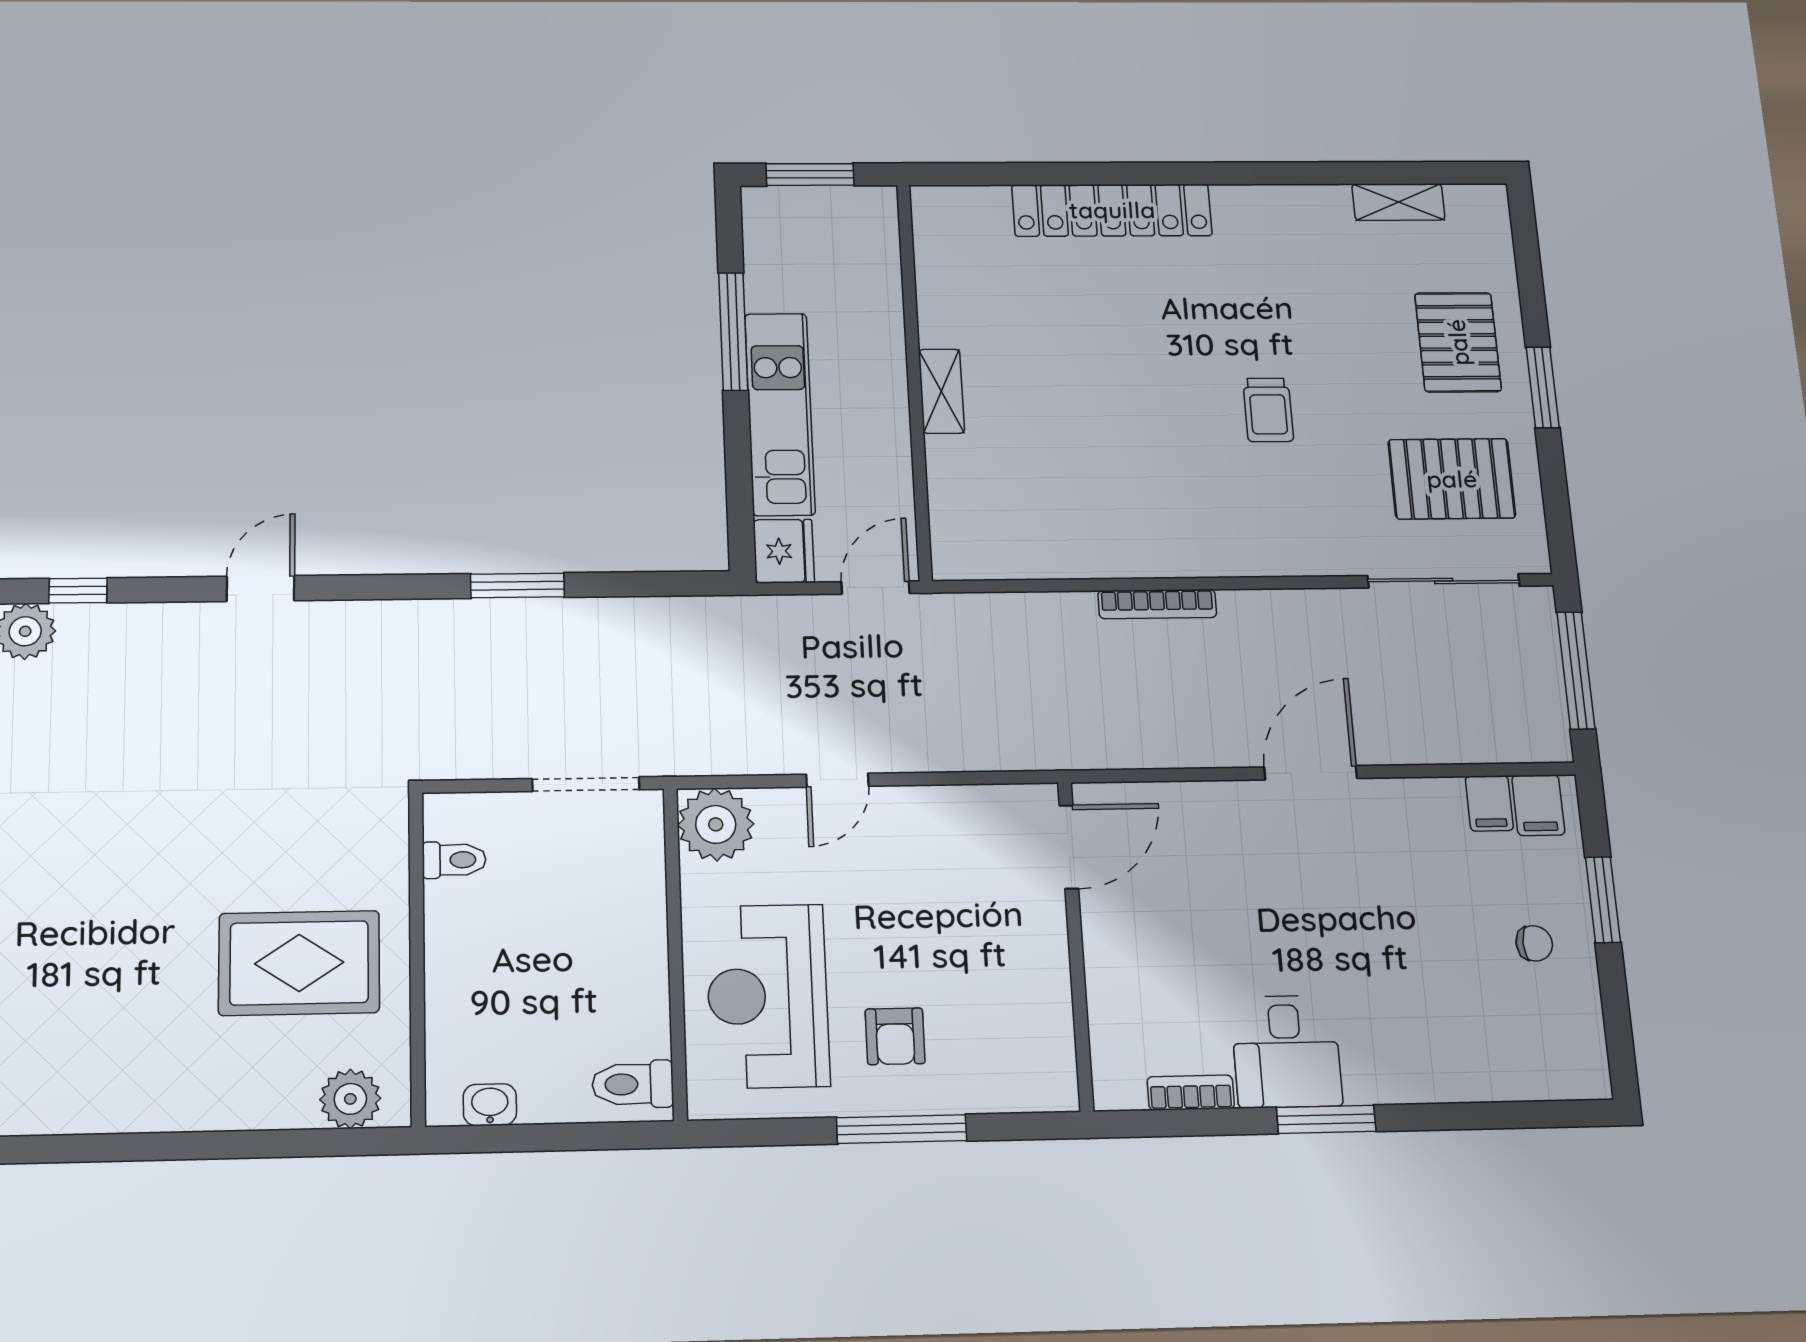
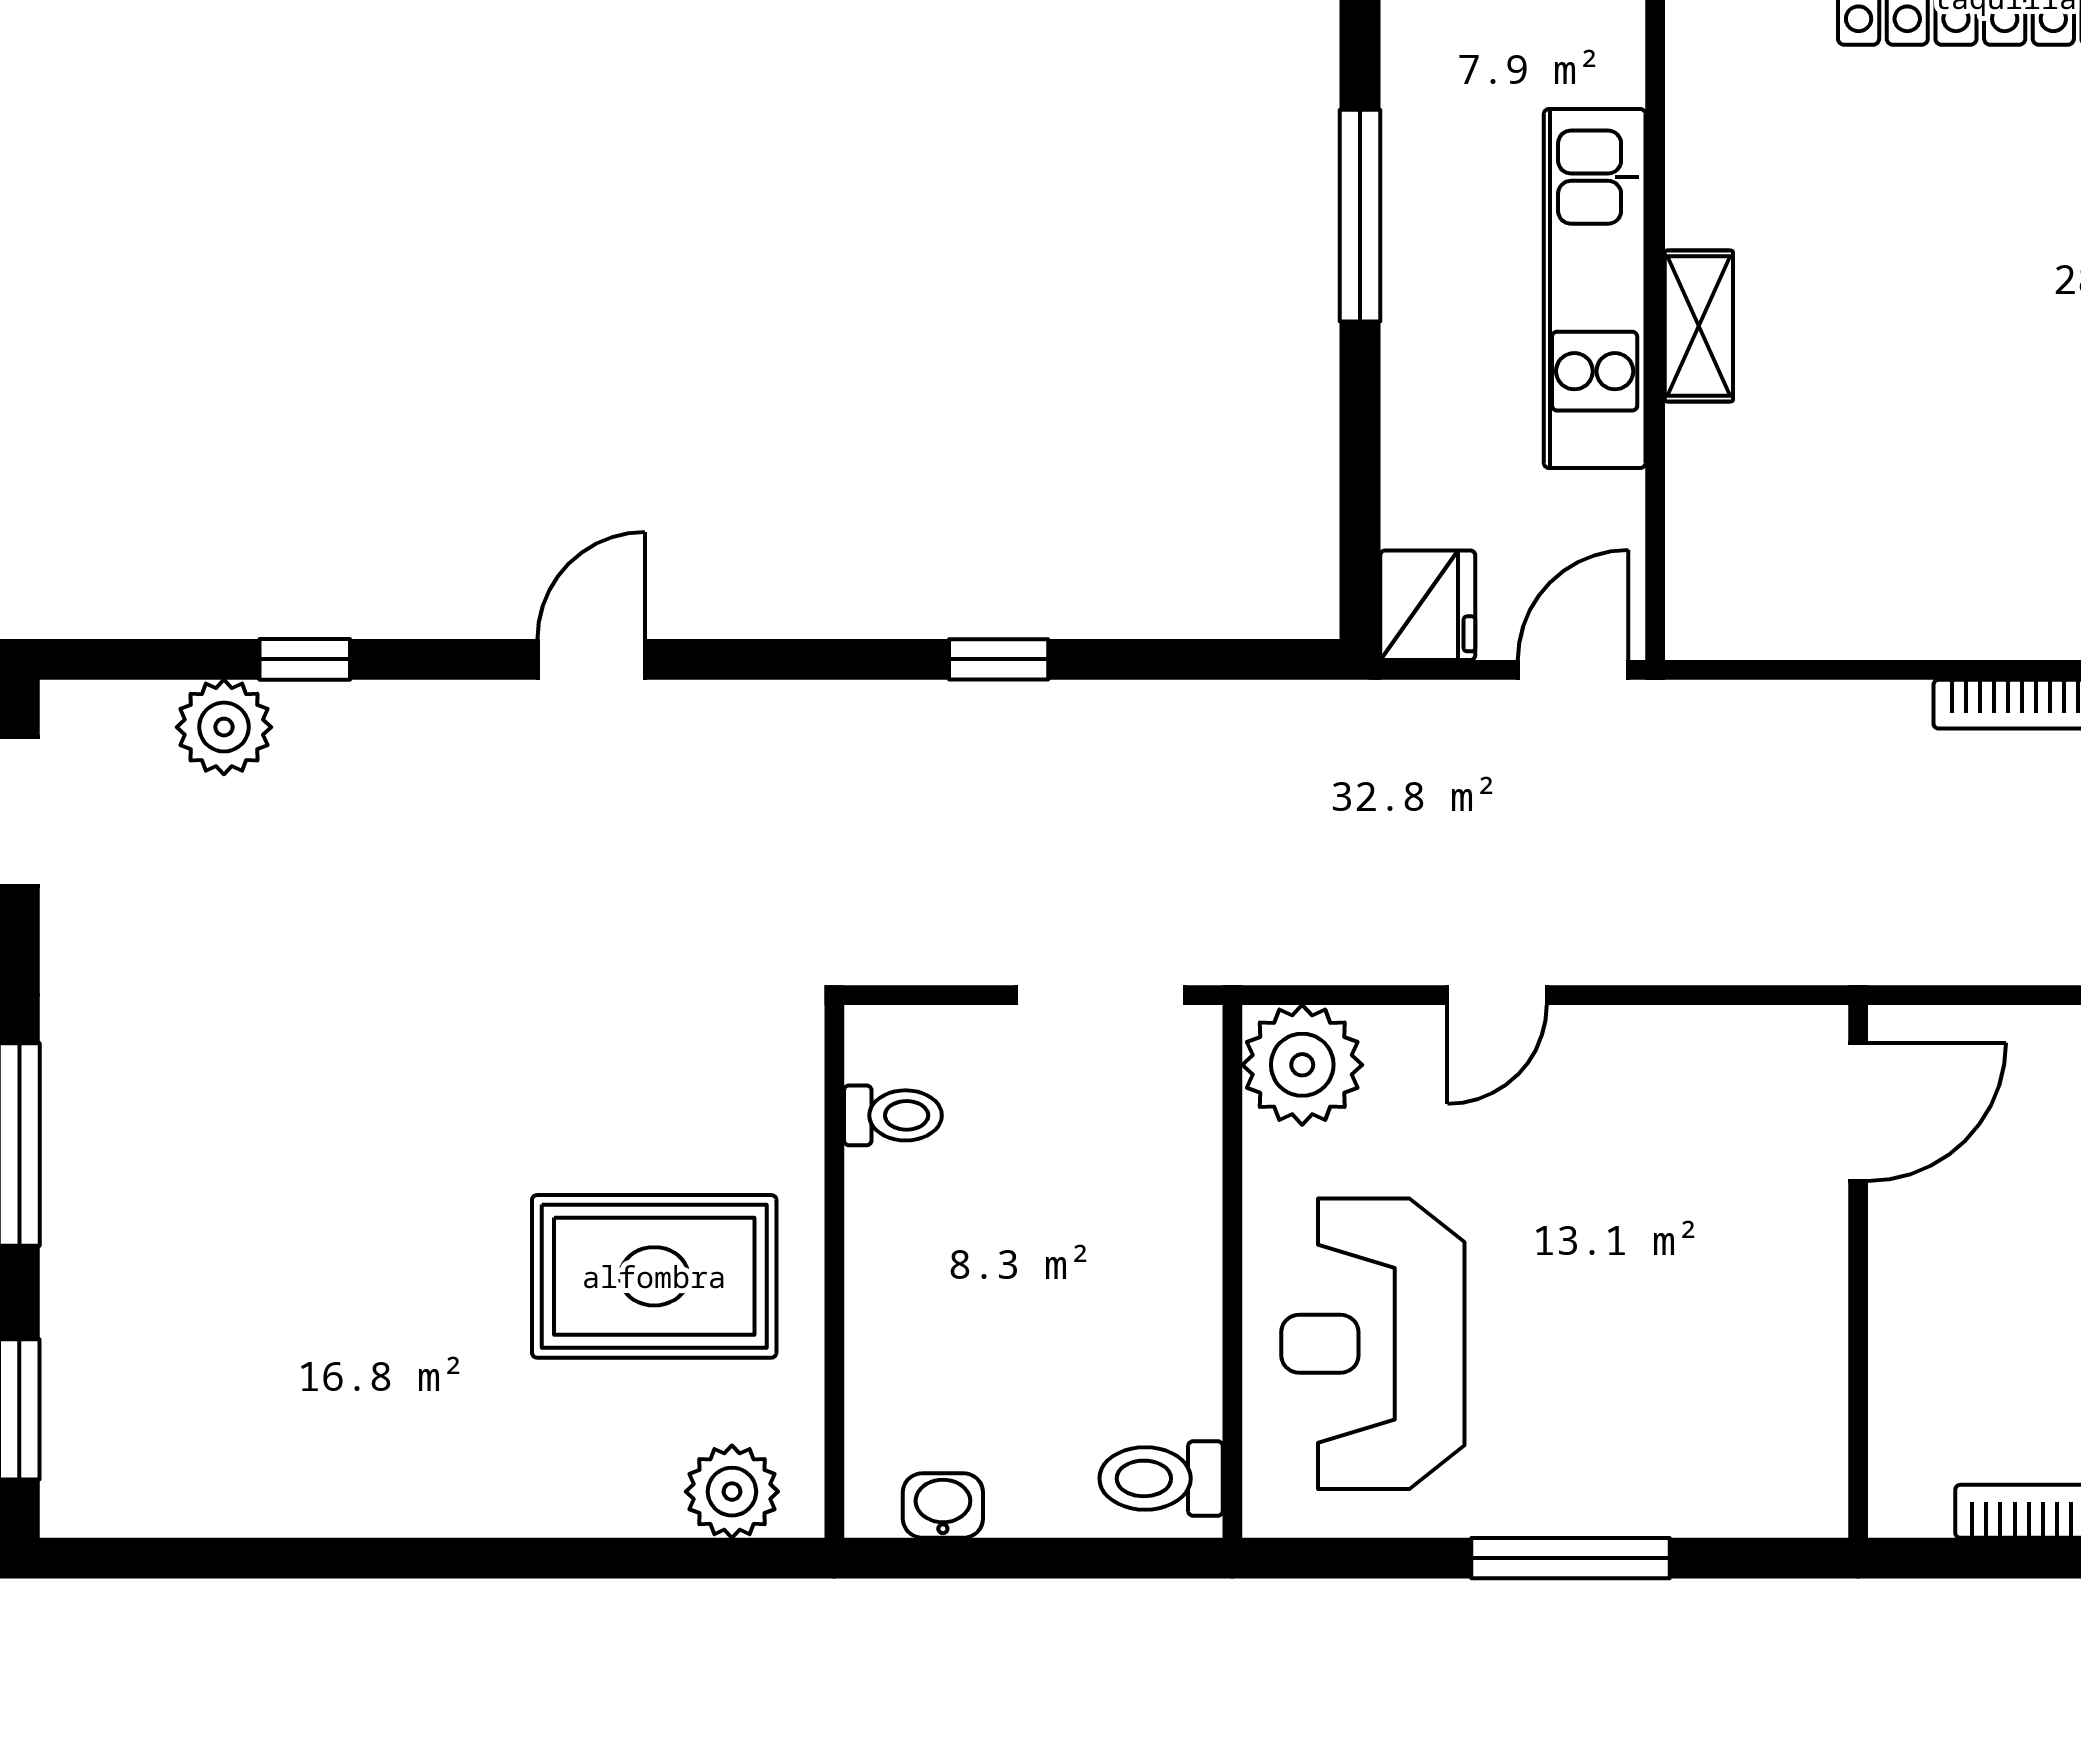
kitchen unit: (780, 414) -> (1595, 289), moved, turned 180
window: (517, 586) -> (999, 659), width x0.67
armchair: (895, 1036) -> (1568, 1412), removed

